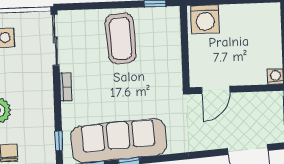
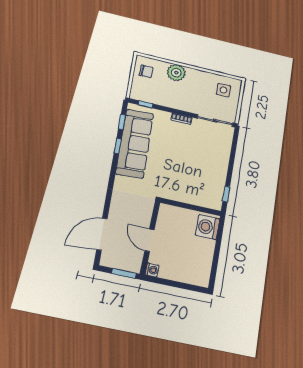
coffee table: (121, 38) -> (207, 164), removed
door: (216, 90) -> (150, 240), moved

